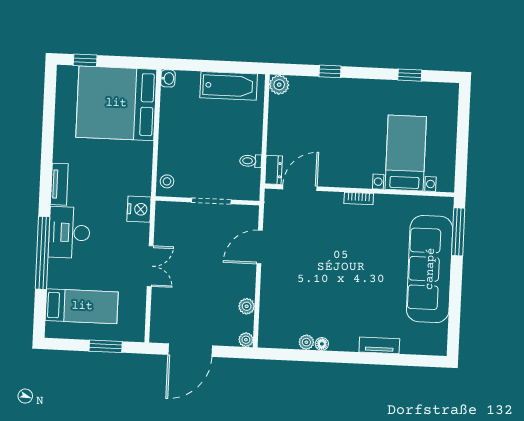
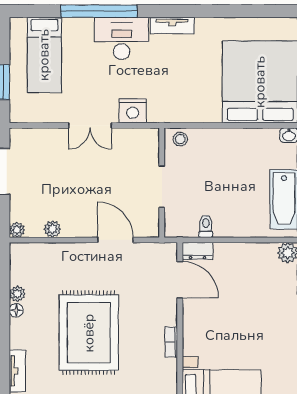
nightstand: (139, 209) -> (133, 111), moved
rug: (346, 276) -> (89, 333), added

